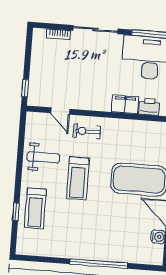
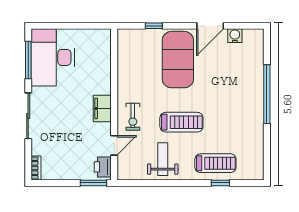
bookcase: (59, 34) -> (36, 168), moved
window: (25, 88) -> (94, 183), width x1.50
filing cabinet: (125, 104) -> (102, 109), moved
printer: (149, 107) -> (103, 167), moved

